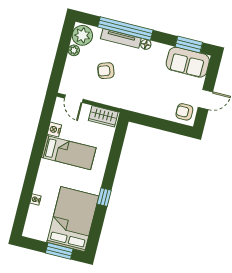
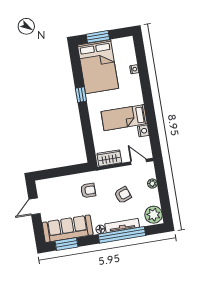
plant: (74, 50) -> (152, 184), moved
sofa: (188, 62) -> (68, 229), width x1.36
armchair: (184, 112) -> (88, 190), moved

